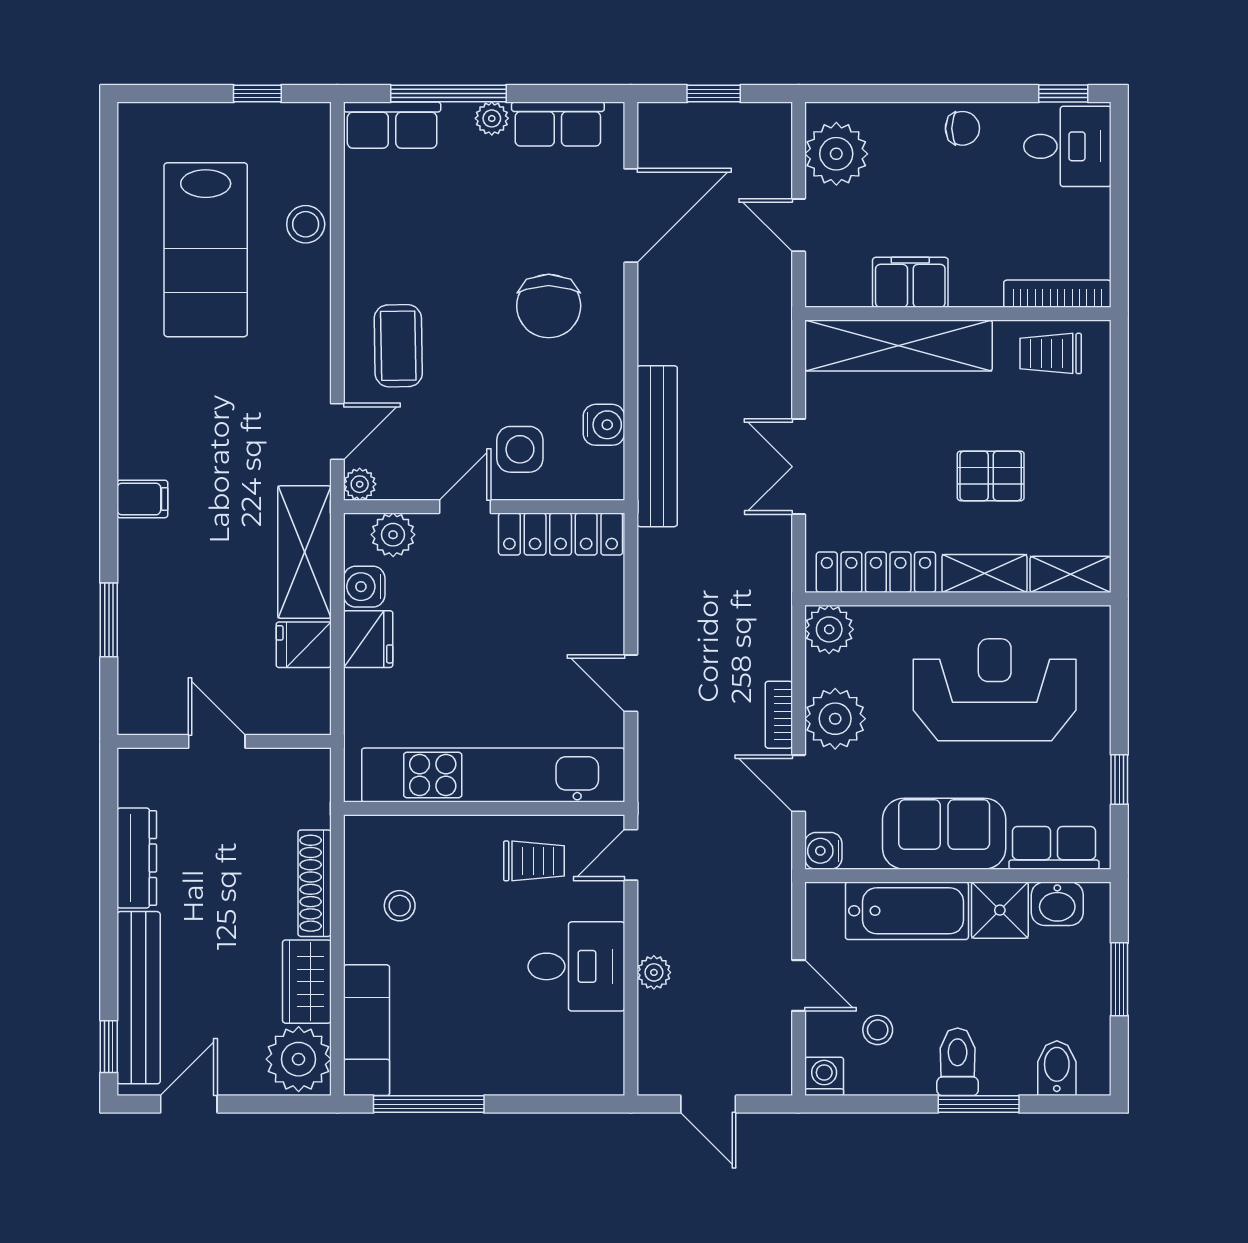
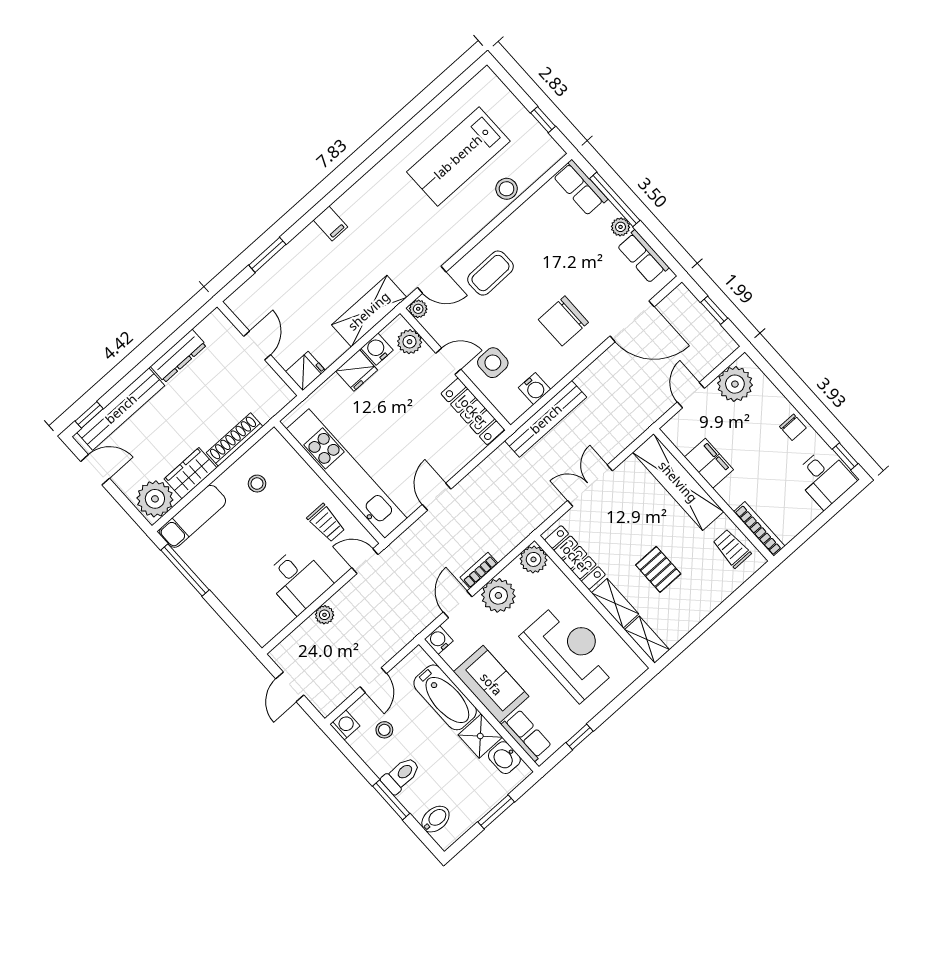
fridge: (304, 645) -> (305, 371), moved, turned 90

